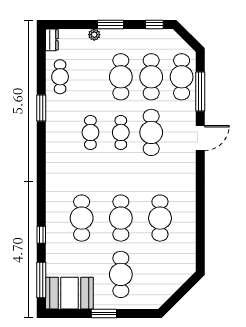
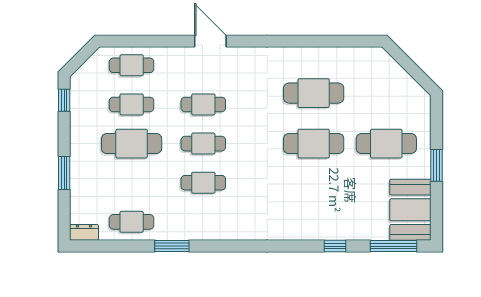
window: (110, 24) -> (64, 173), moved
plant: (94, 35) -> (77, 178), removed
cafe table: (151, 77) -> (132, 104), width x0.73, depth x0.74
cafe table: (182, 77) -> (132, 65), width x0.73, depth x0.74
window: (200, 91) -> (150, 41), removed
cafe table: (151, 132) -> (203, 104), width x0.73, depth x0.74
cafe table: (82, 218) -> (314, 194), removed

